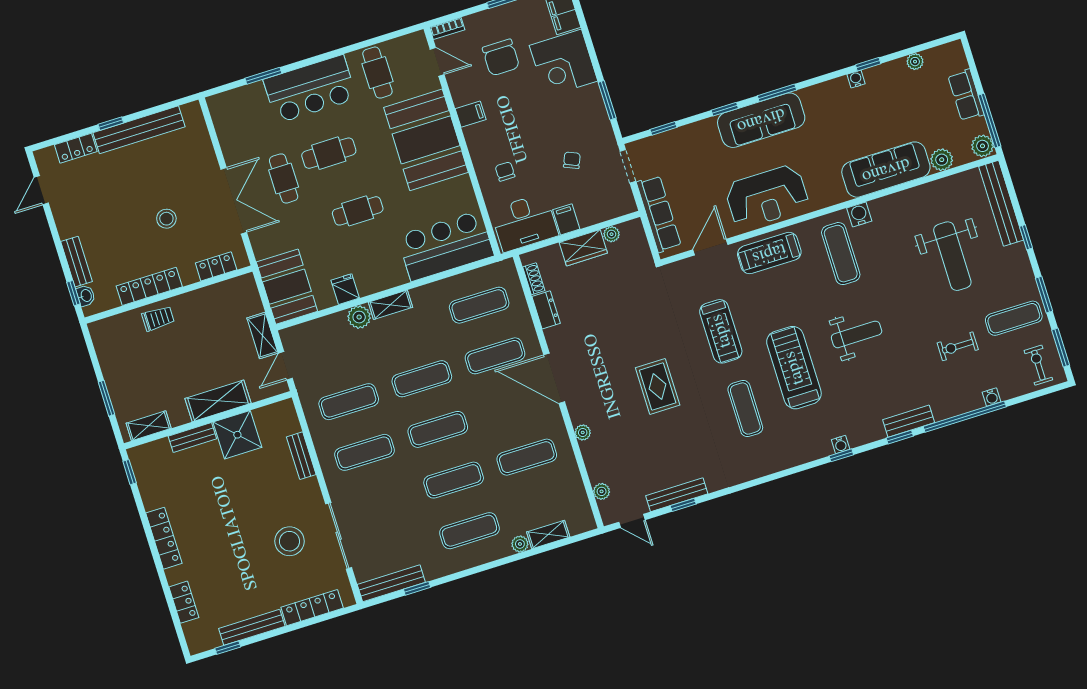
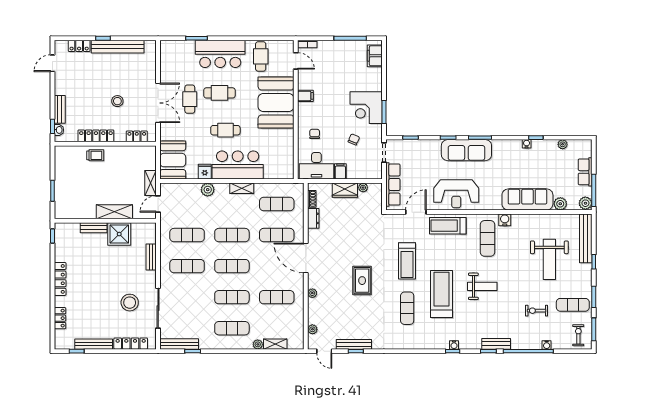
chair: (501, 57) -> (332, 70), removed
corner desk: (564, 63) -> (366, 108), moved
bar counter: (446, 246) -> (238, 165), moved
shelving: (390, 305) -> (242, 188), moved
shelving: (149, 426) -> (71, 213), removed

